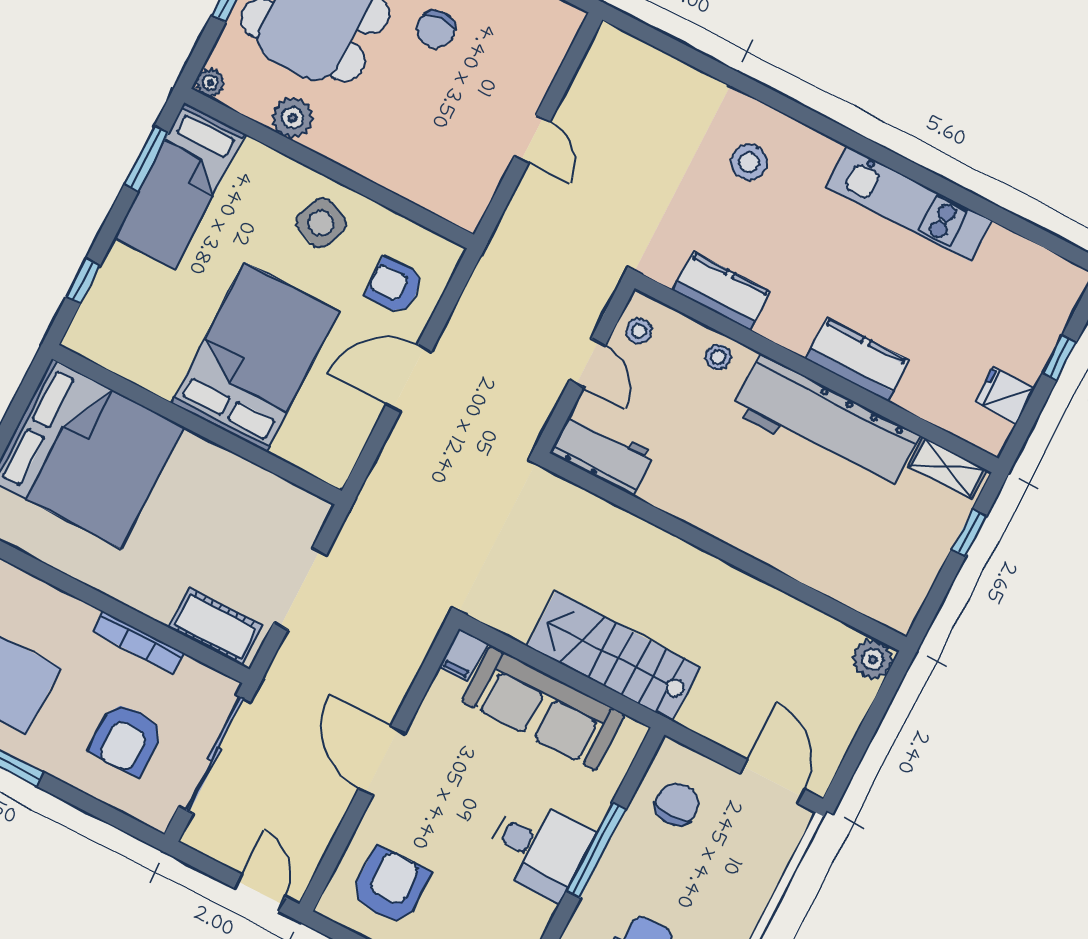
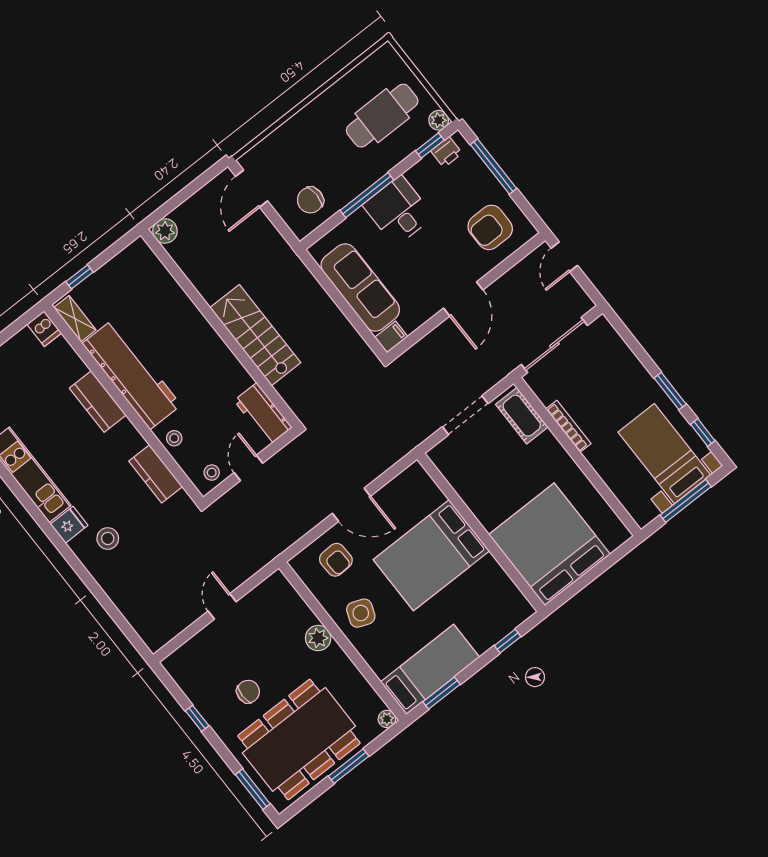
plant: (293, 118) -> (318, 638), moved
fridge: (1005, 395) -> (69, 525), moved, turned -90
dishwasher: (986, 432) -> (44, 329), added
stairs: (614, 657) -> (255, 335), moved, turned 180
armchair: (127, 739) -> (599, 376), removed

